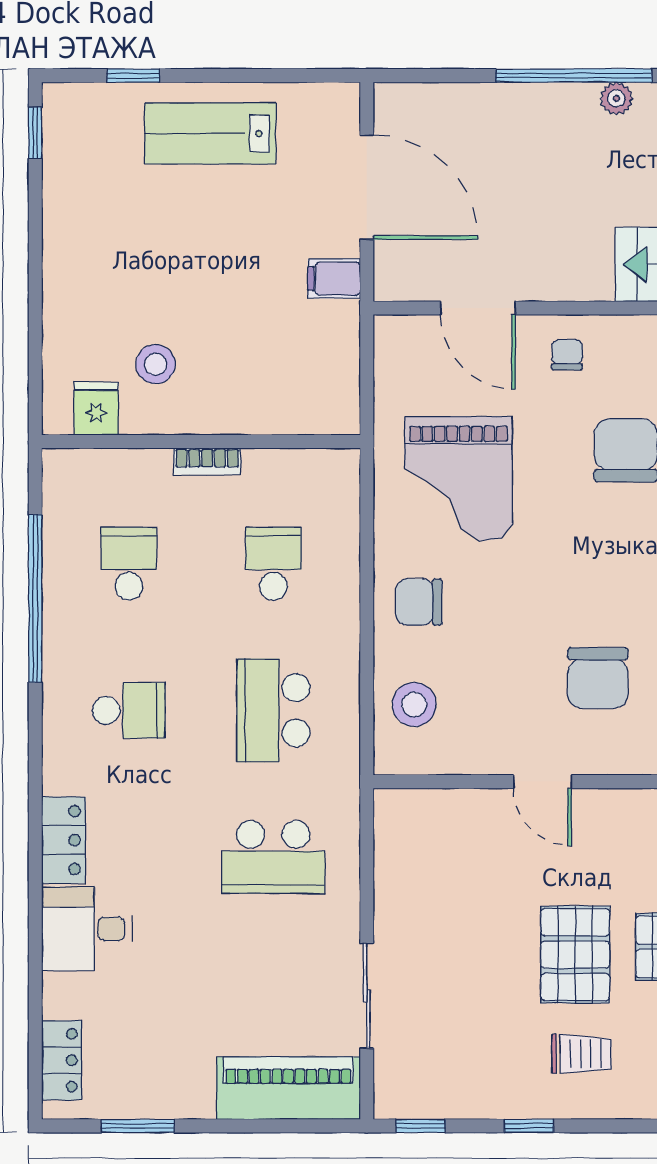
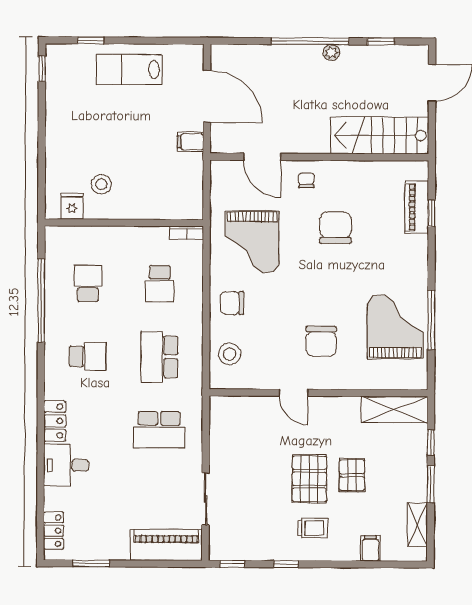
bookcase: (207, 461) -> (187, 233), moved
school desk: (273, 564) -> (160, 284), turned 180

